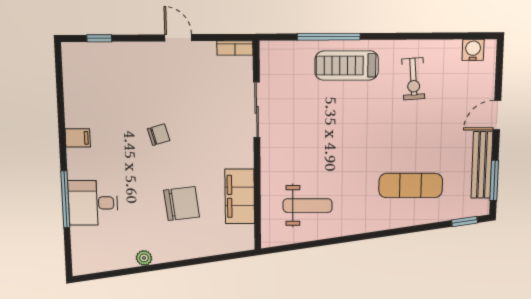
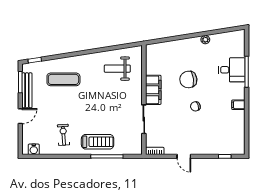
filing cabinet: (240, 196) -> (153, 90), moved
chair: (181, 204) -> (188, 79), moved

